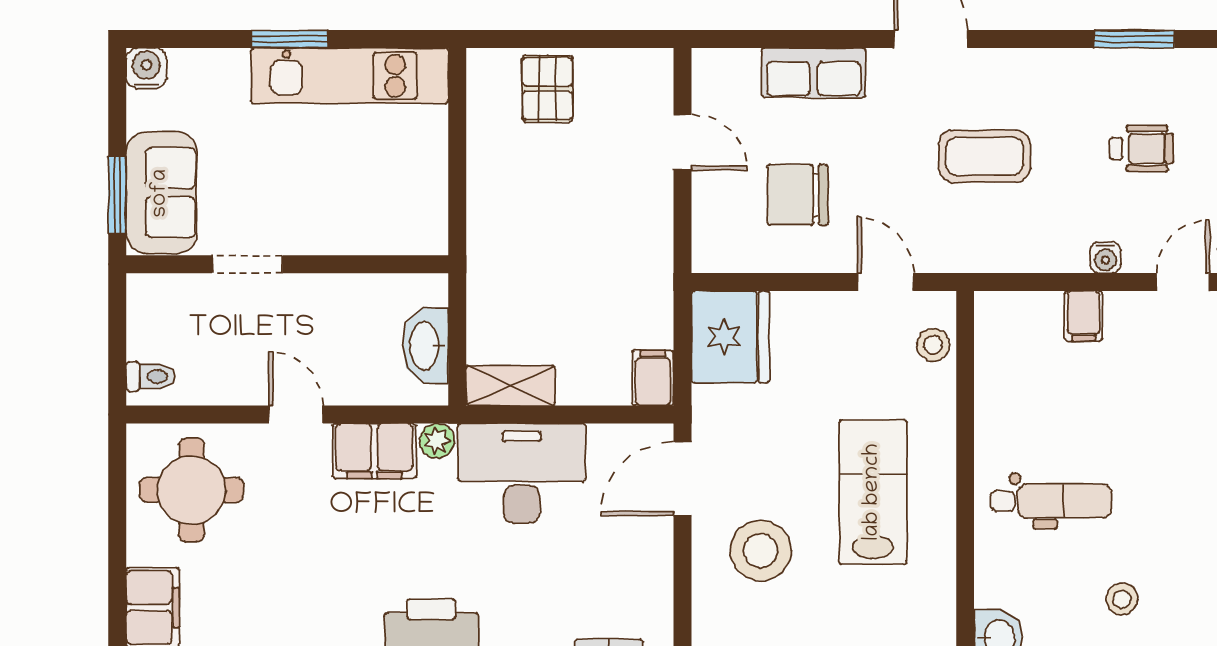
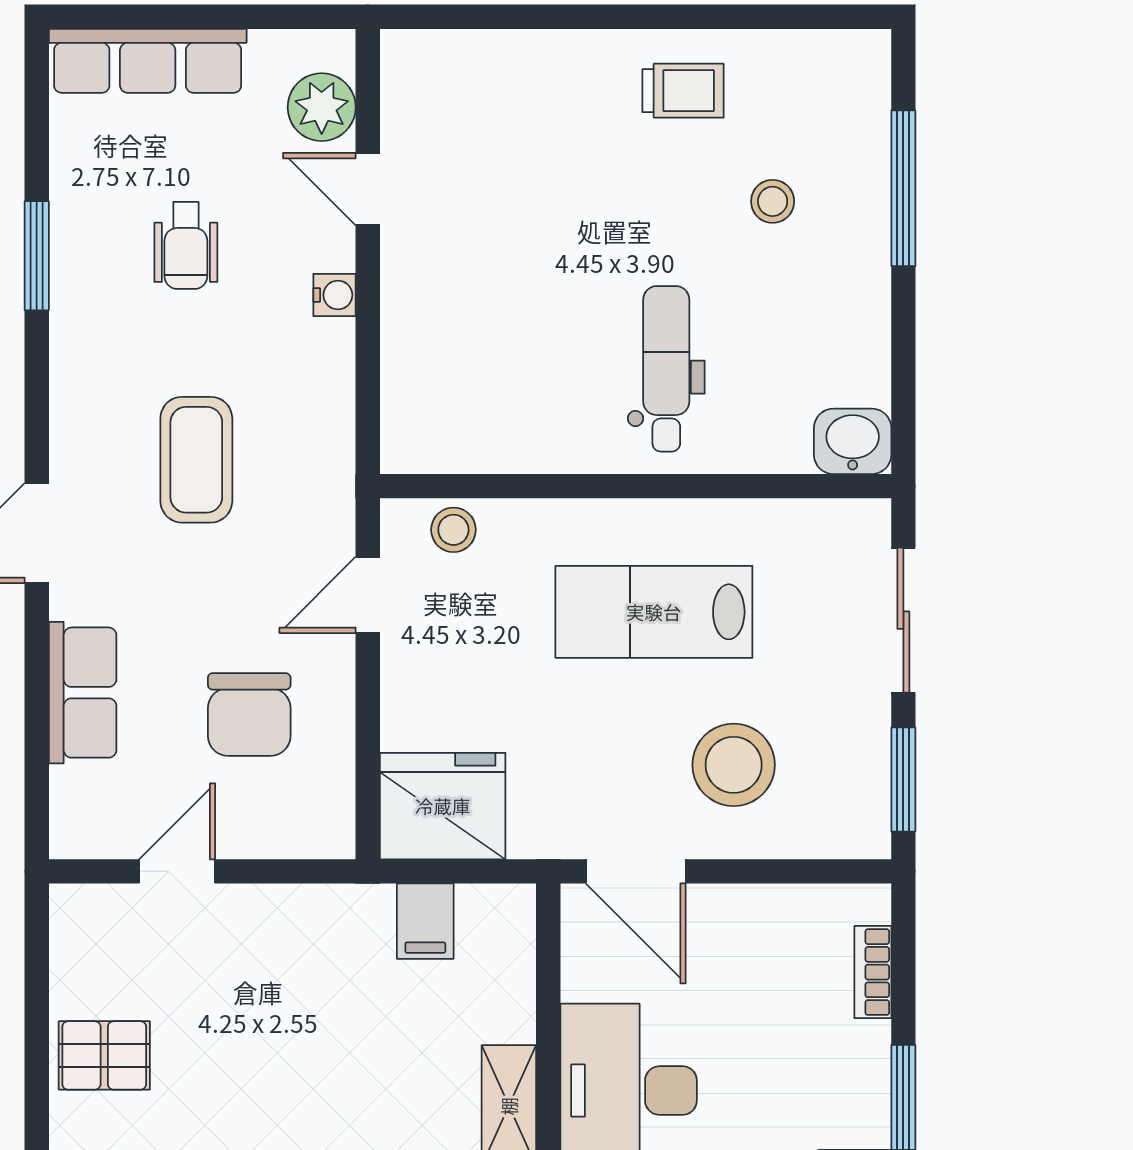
wheelchair: (1142, 149) -> (186, 245), turned 180
filing cabinet: (1083, 316) -> (414, 325), removed
filing cabinet: (653, 378) -> (425, 921), moved, turned -90
stool: (1122, 599) -> (773, 201), moved

